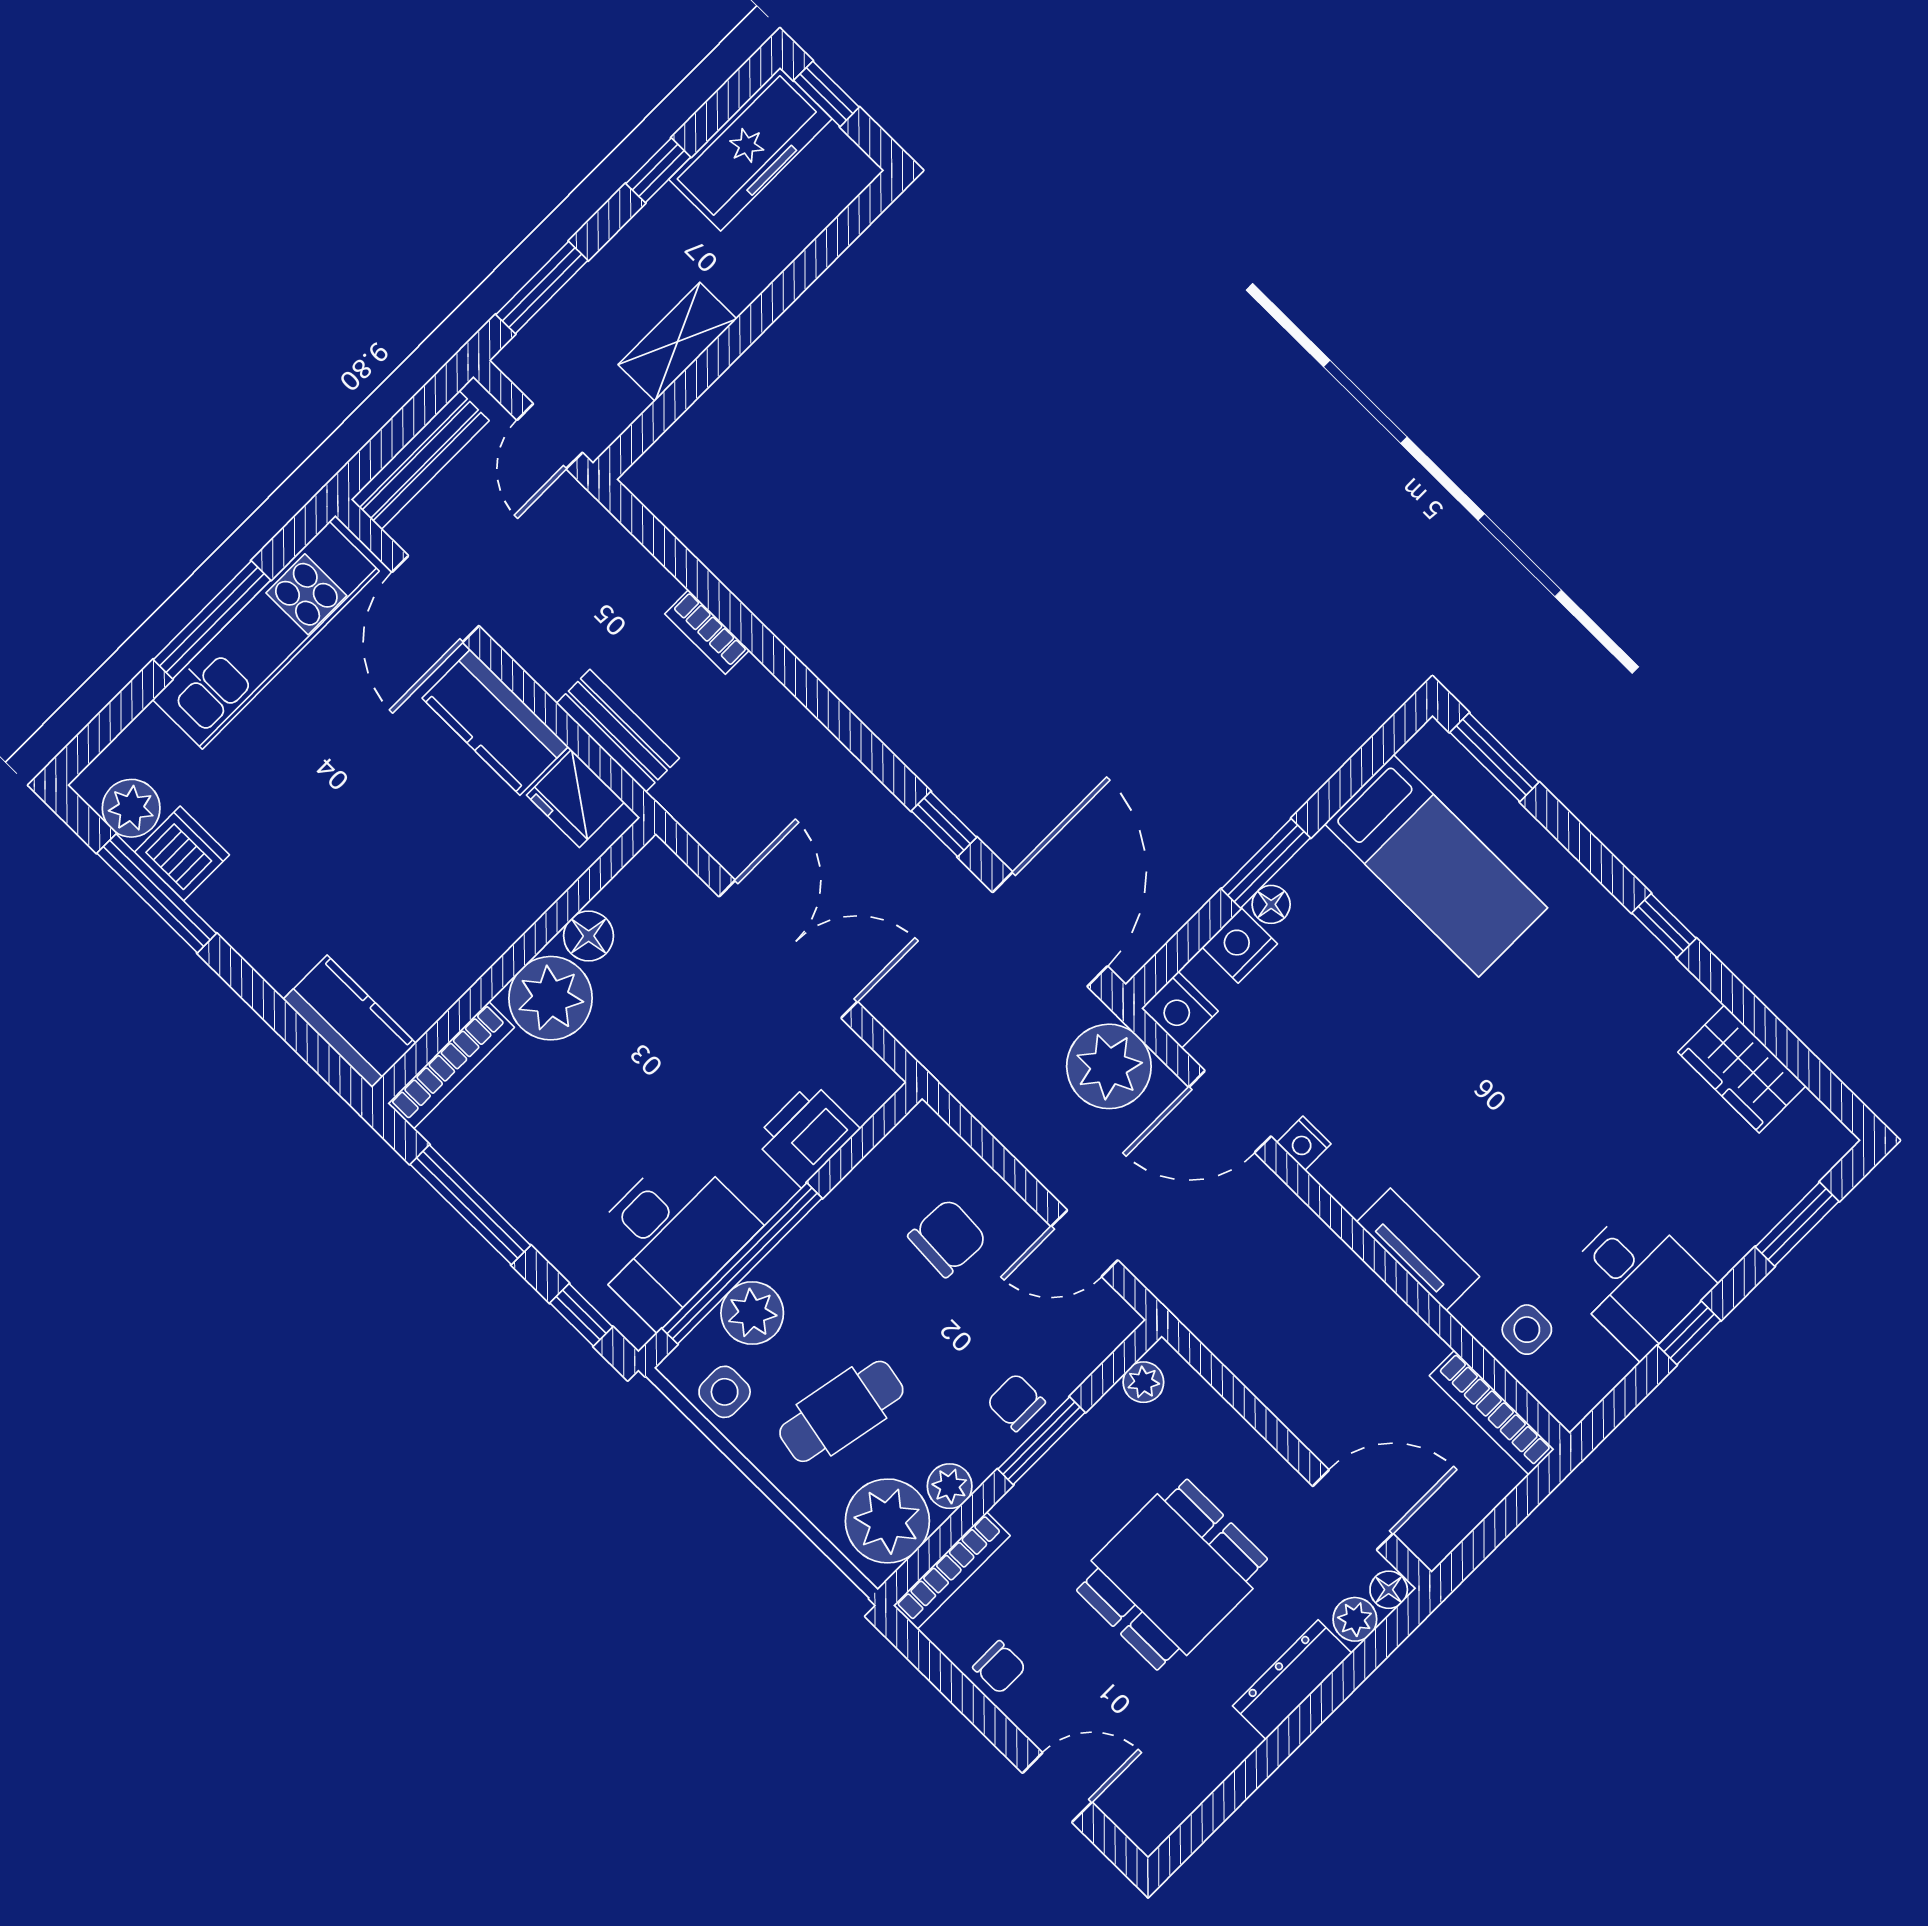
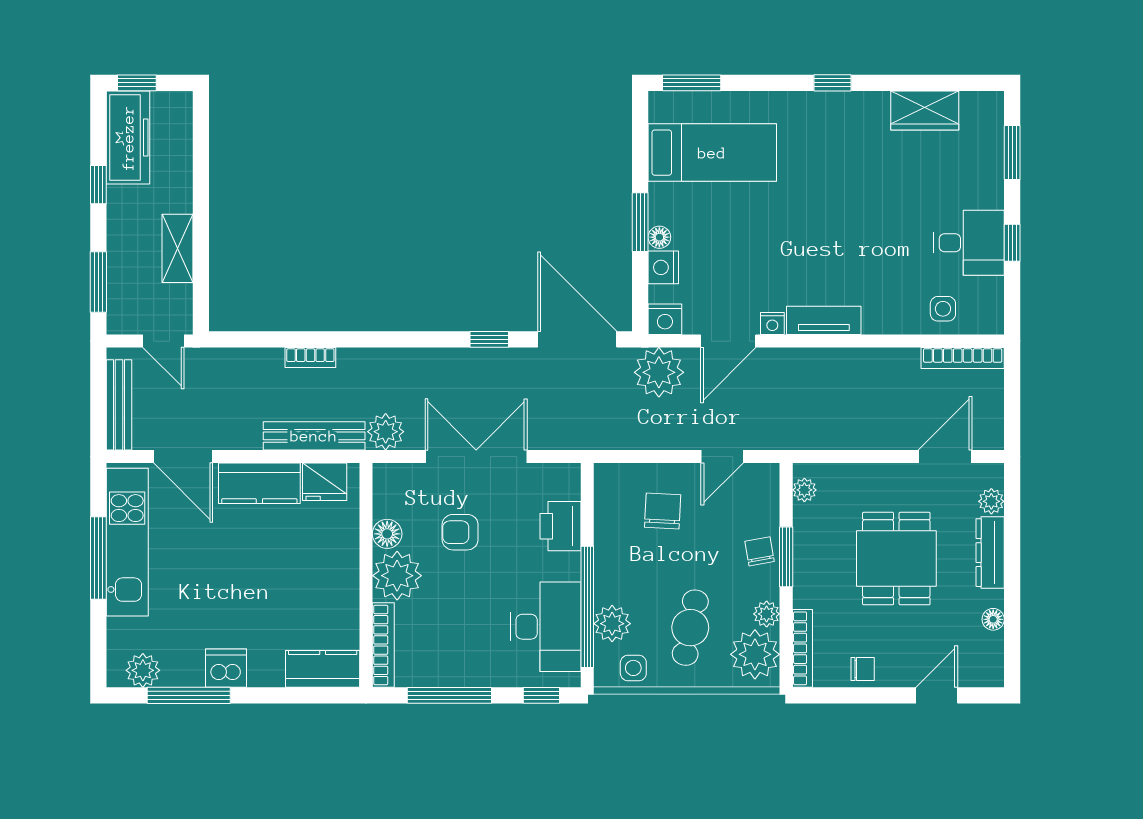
bench: (618, 731) -> (314, 436), width x1.36
plant: (709, 811) -> (386, 432), added
dishwasher: (182, 853) -> (226, 668), moved
armchair: (678, 1021) -> (460, 532), added
tv unit: (1418, 1249) -> (824, 320), moved
chair: (1016, 1402) -> (760, 551), turned 80
floor lamp: (1389, 1590) -> (993, 619), moved

